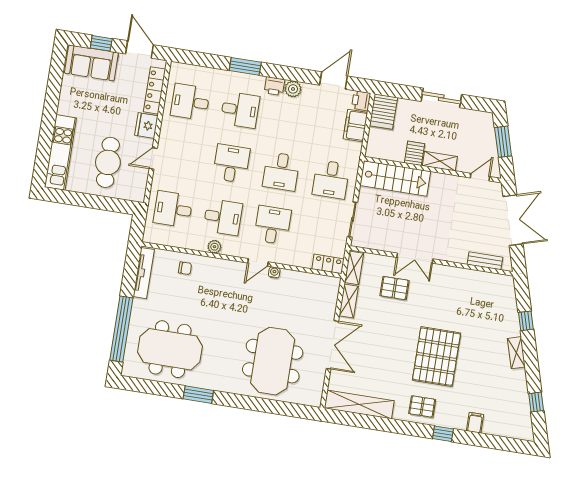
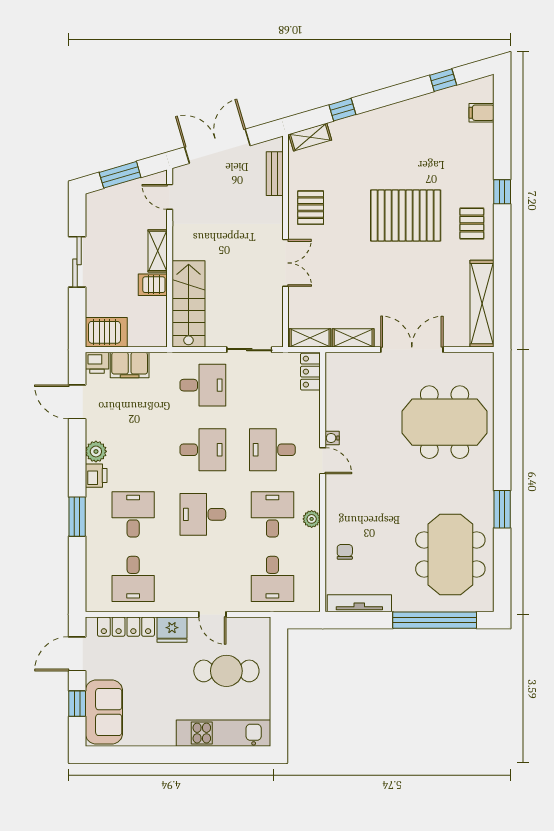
pallet: (395, 288) -> (311, 208), moved
shelving: (516, 353) -> (310, 137), moved
filing cabinet: (475, 423) -> (482, 113), moved

